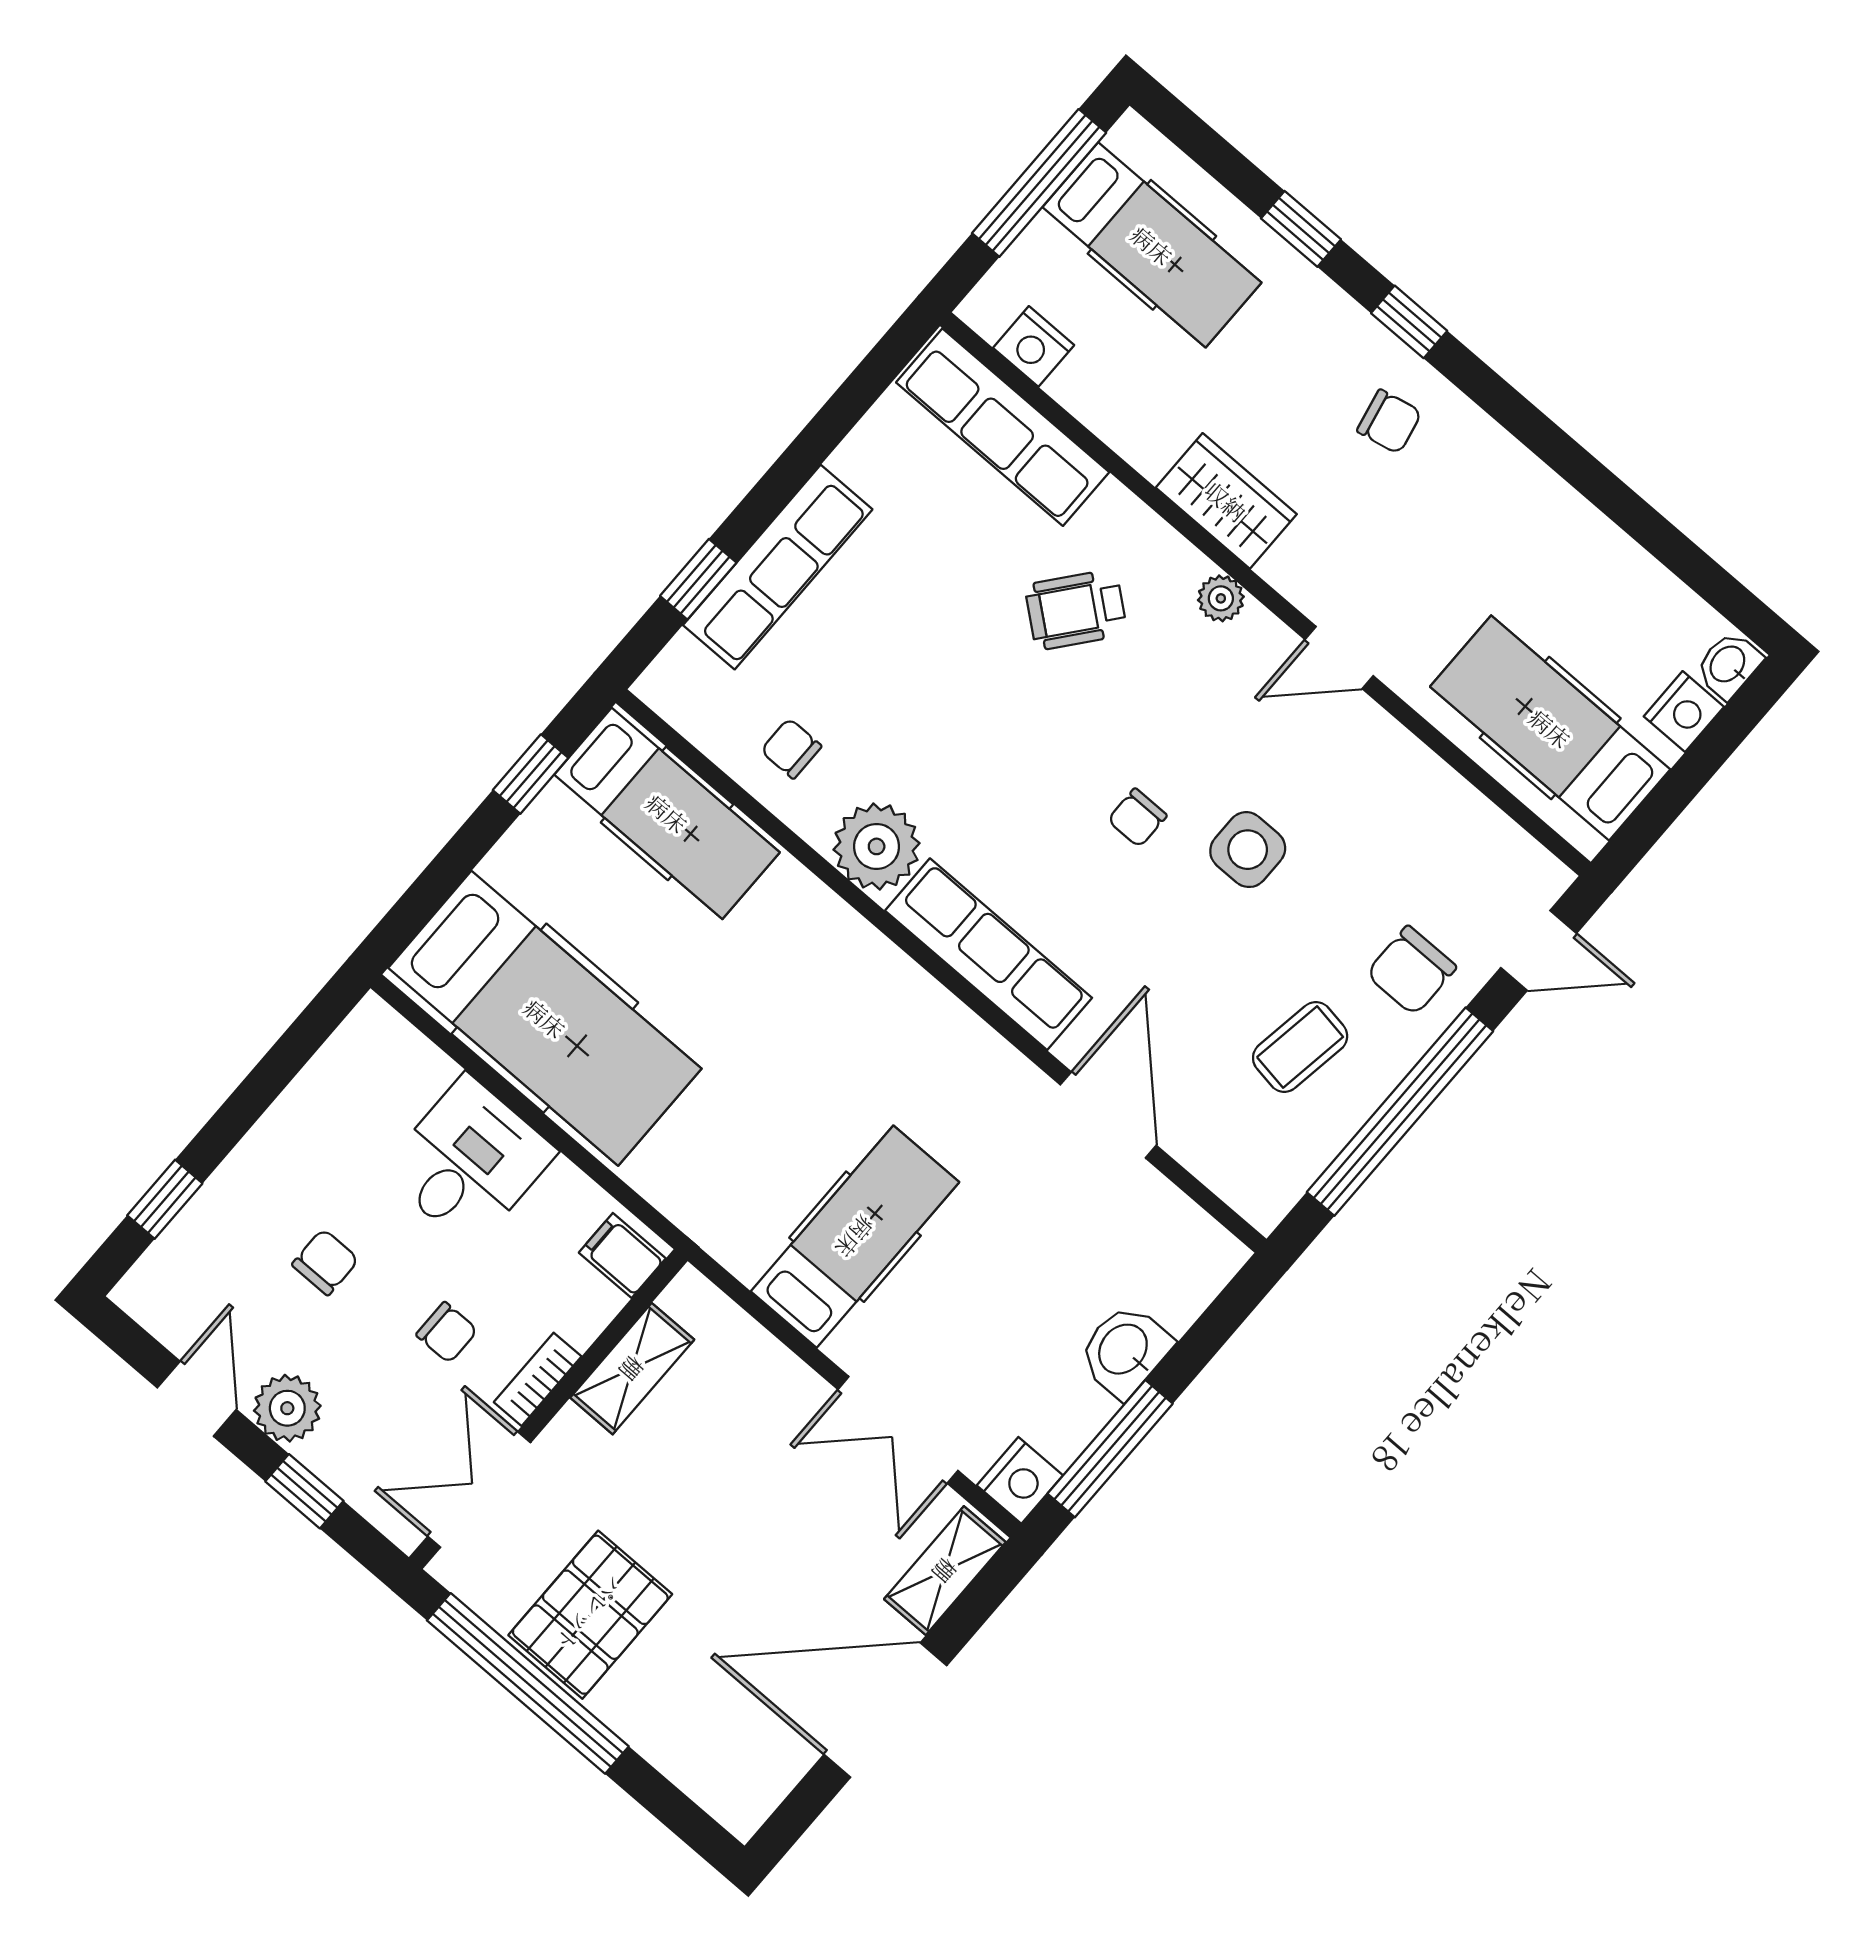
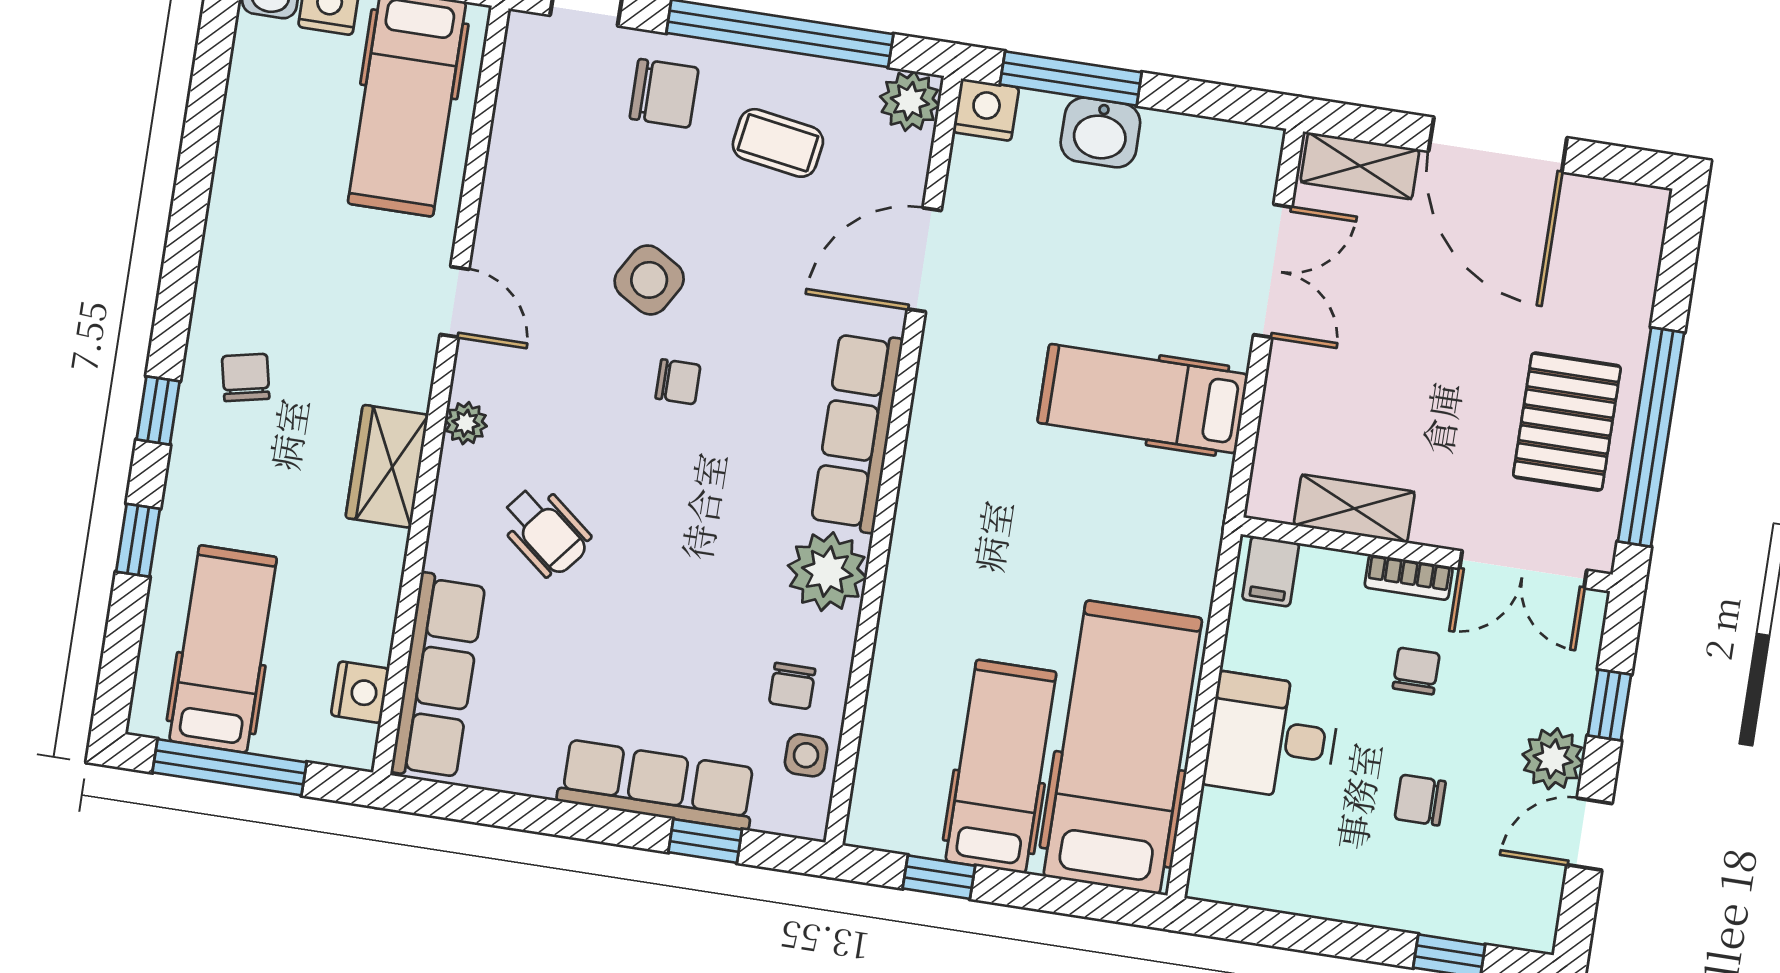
side table: (719, 721) -> (806, 755), added
hospital bed: (667, 813) -> (1001, 766), moved
side table: (1248, 850) -> (649, 280), turned 31
plant: (1263, 1193) -> (910, 101), added
window: (1110, 1449) -> (1071, 78), moved
nightstand: (1020, 1480) -> (986, 110), moved
pallet: (590, 1615) -> (1567, 422), turned 90

